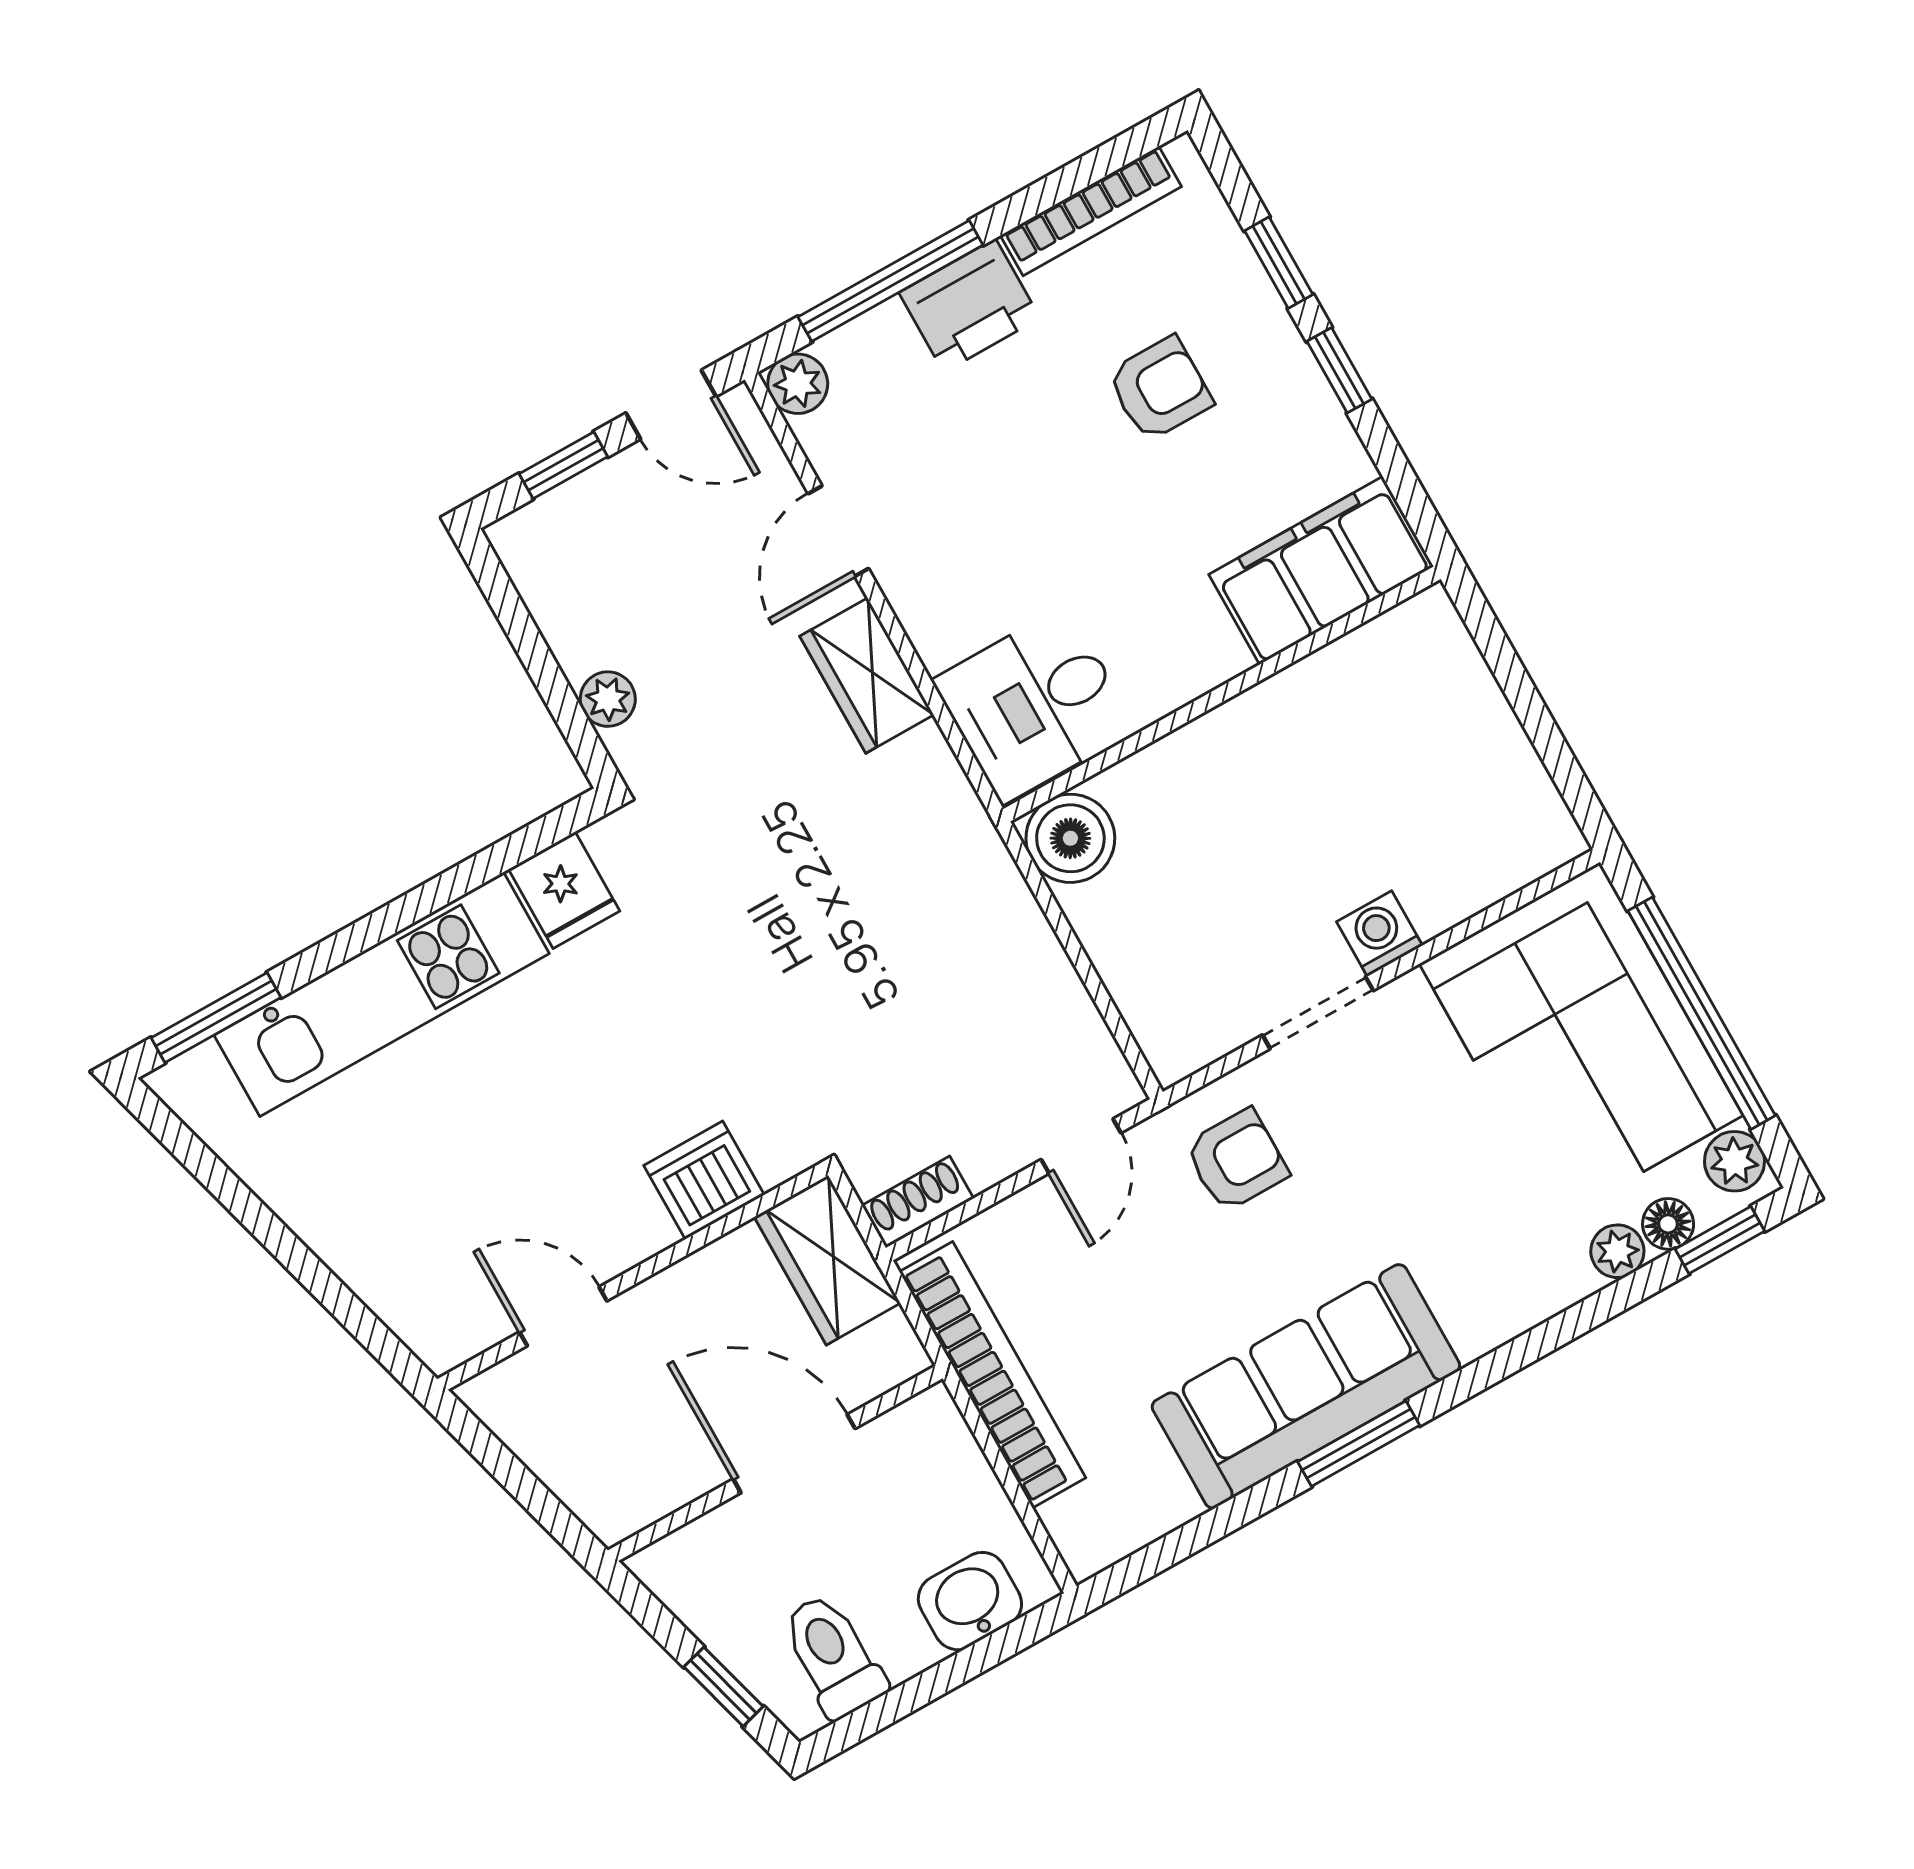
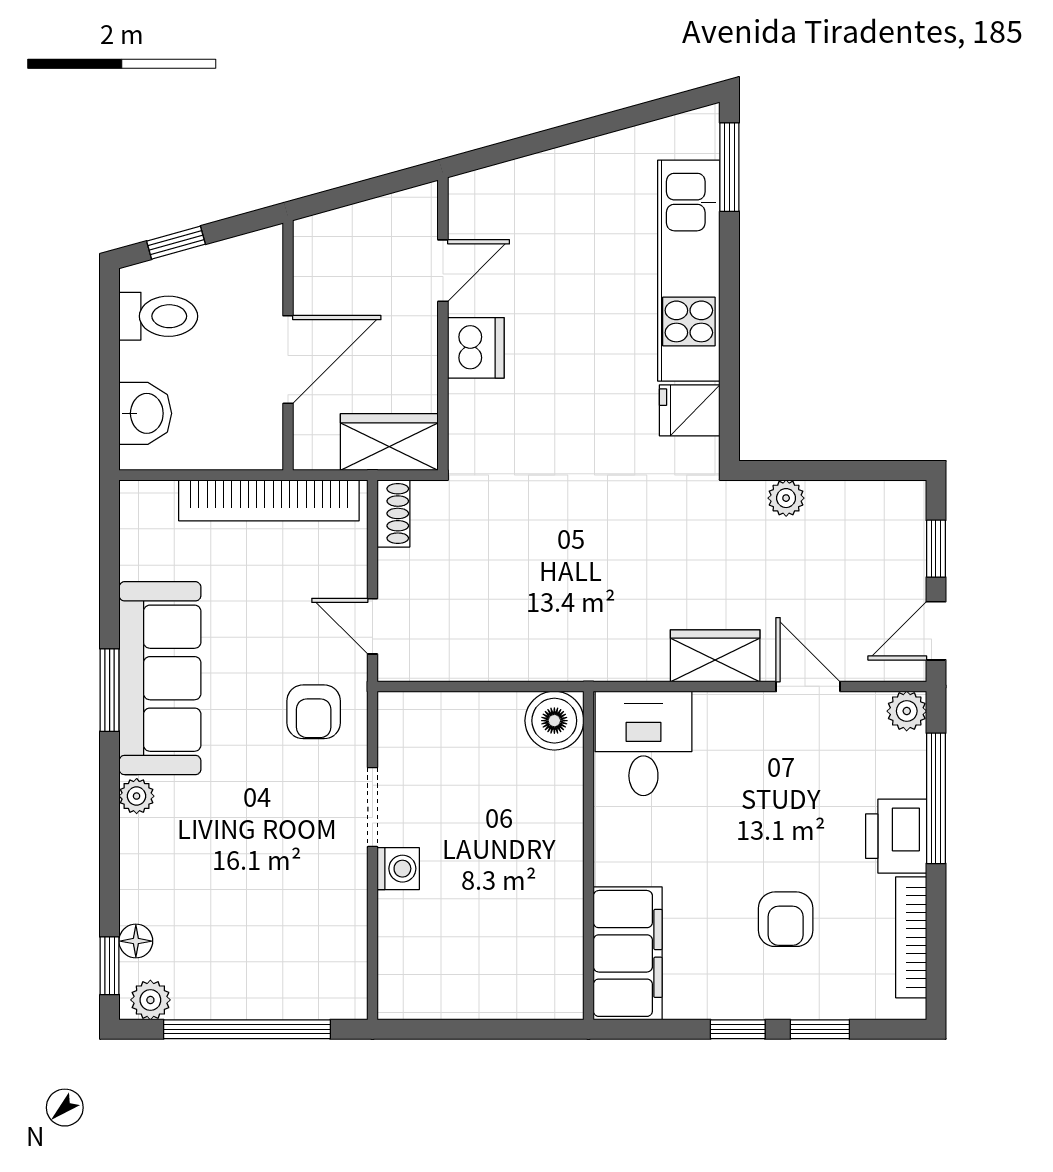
corner sofa: (1581, 1040) -> (271, 951), removed
dishwasher: (704, 1180) -> (476, 348), moved
plant: (1617, 1251) -> (137, 796), moved

